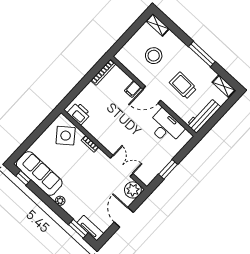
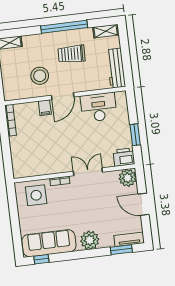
window: (202, 54) -> (64, 27), width x1.46
stool: (154, 56) -> (40, 76), moved
trolley: (183, 85) -> (71, 54), moved
printer: (79, 113) -> (124, 157), moved
side table: (66, 136) -> (36, 195), turned 38
double door: (122, 166) -> (88, 172), moved
plant: (60, 201) -> (90, 240), width x1.88, depth x1.88

